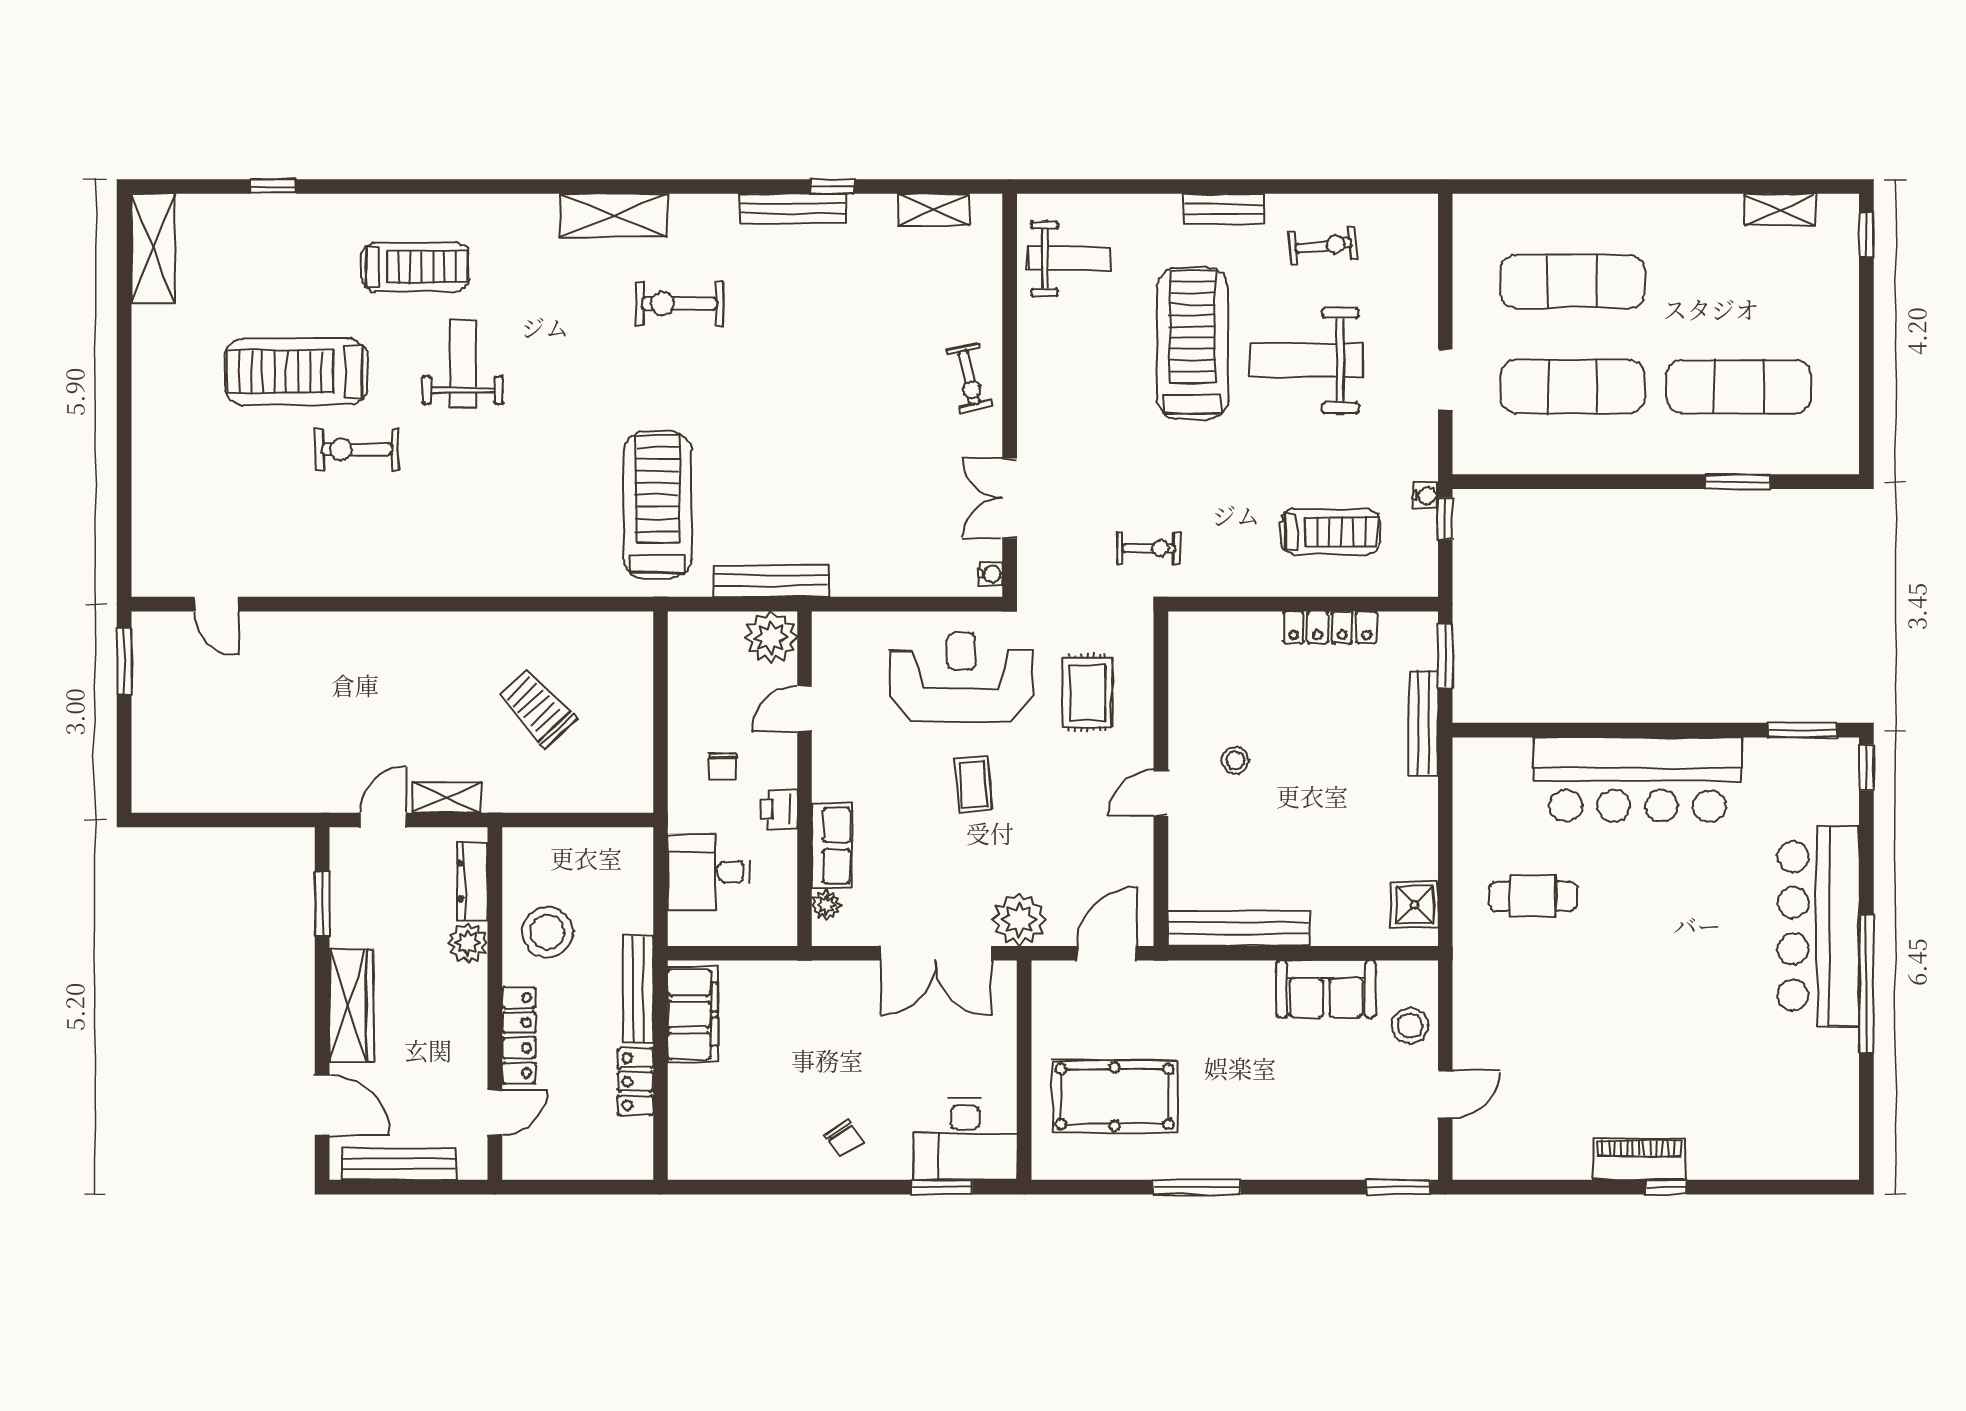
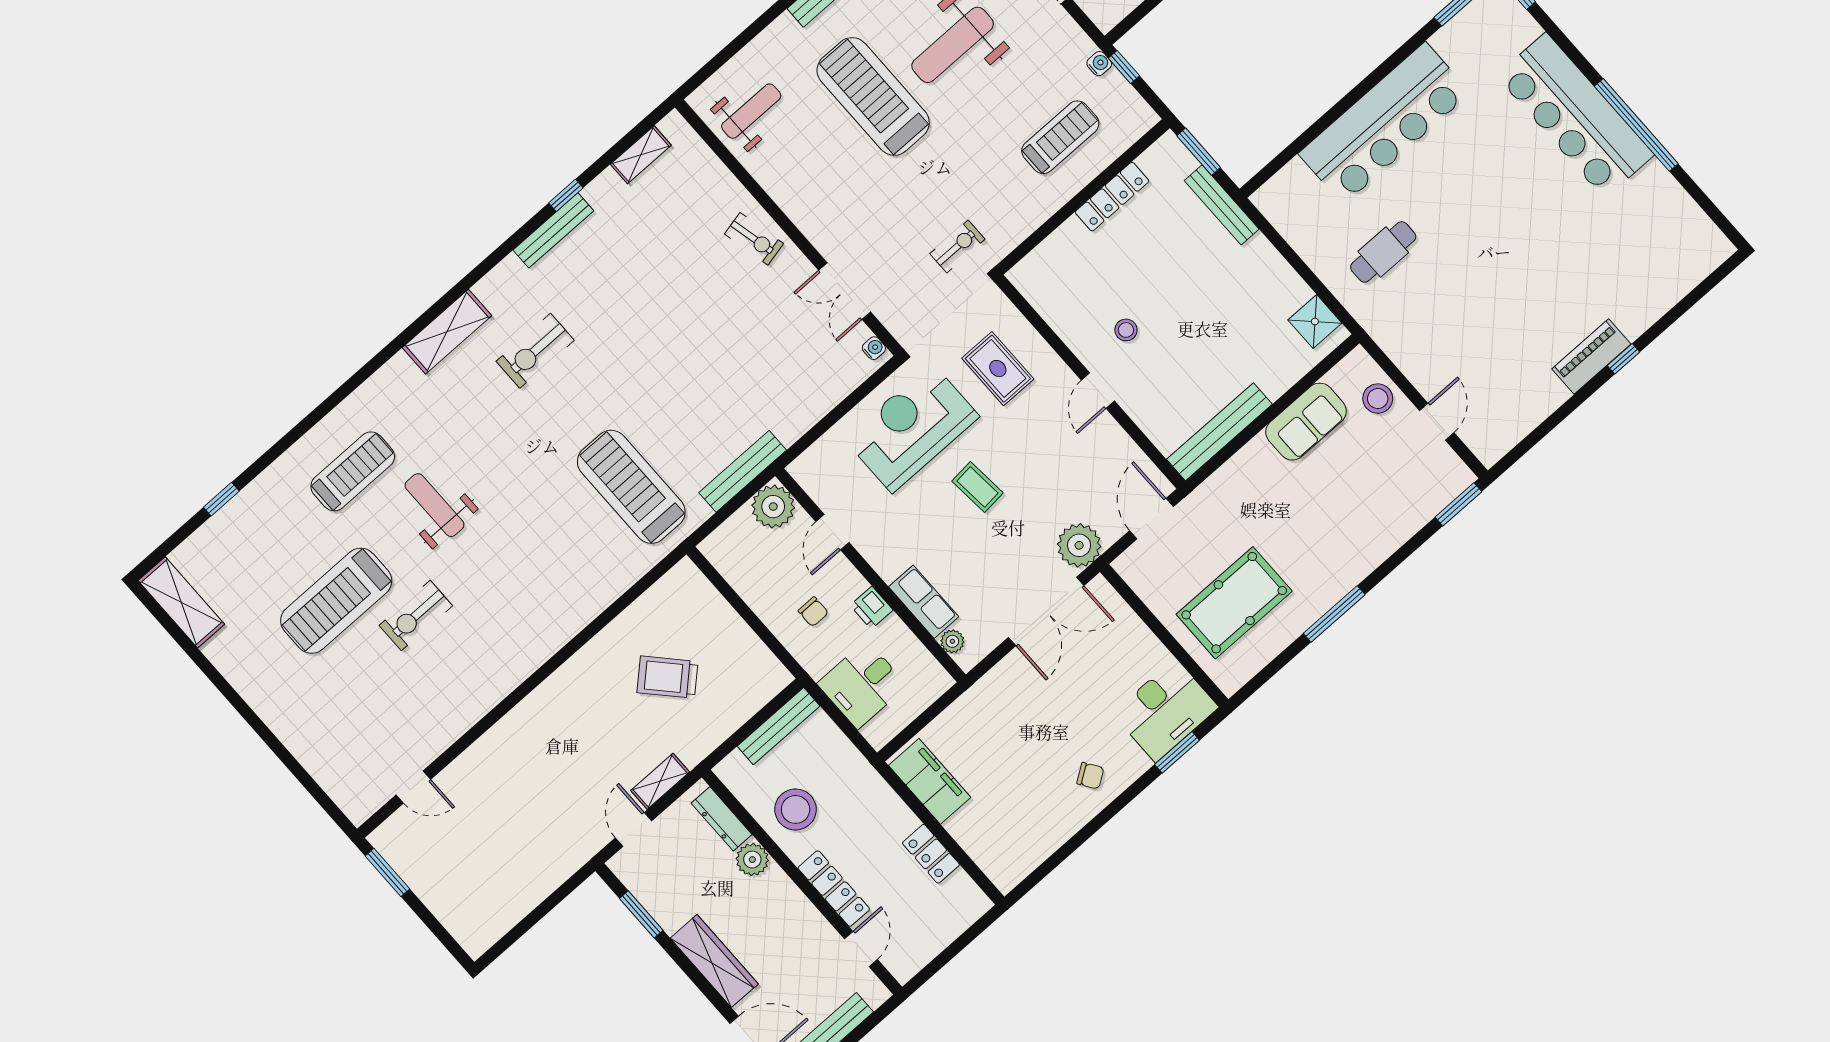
bench: (638, 989) -> (779, 726), moved, turned 90

